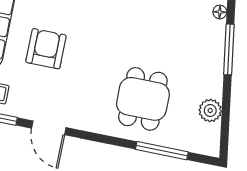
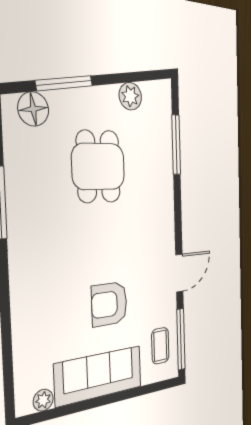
floor lamp: (220, 12) -> (33, 109), width x1.89, depth x1.89
dining table: (143, 99) -> (98, 167), moved, turned 90

